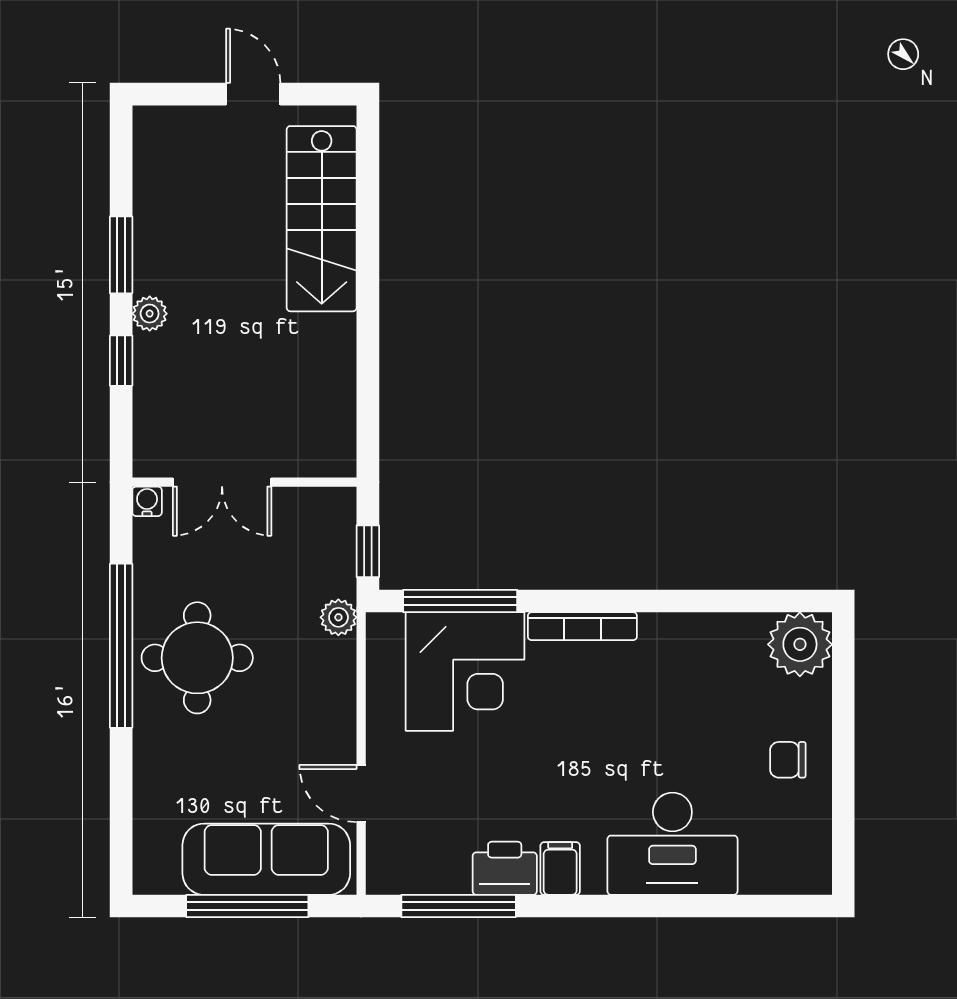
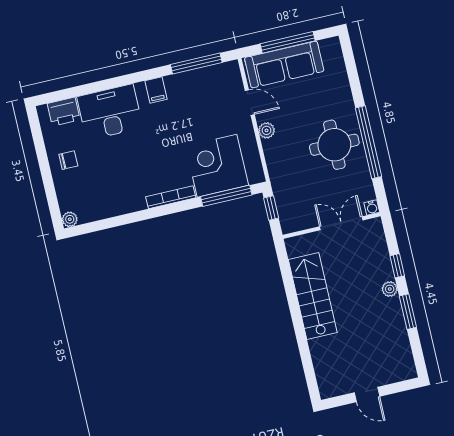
stairs: (322, 219) -> (313, 296), moved
plant: (338, 617) -> (267, 130), moved
plant: (800, 644) -> (70, 219), width x0.53, depth x0.53
printer: (505, 868) -> (64, 112), moved

